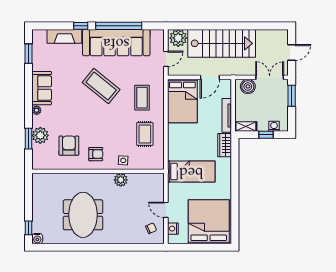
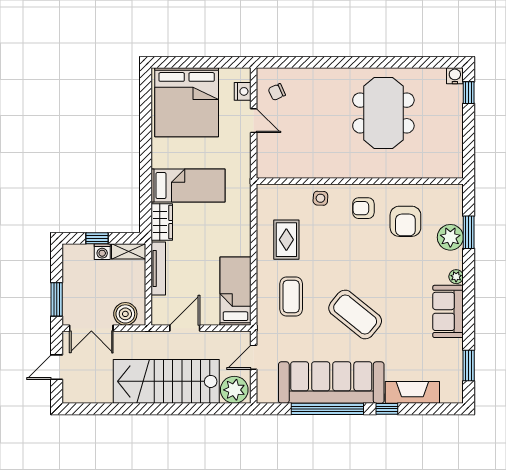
bed: (182, 101) -> (235, 291), width x0.67
washing machine: (274, 126) -> (102, 252), moved
bed: (191, 172) -> (188, 186), moved, turned 180
plant: (121, 180) -> (324, 168), removed

